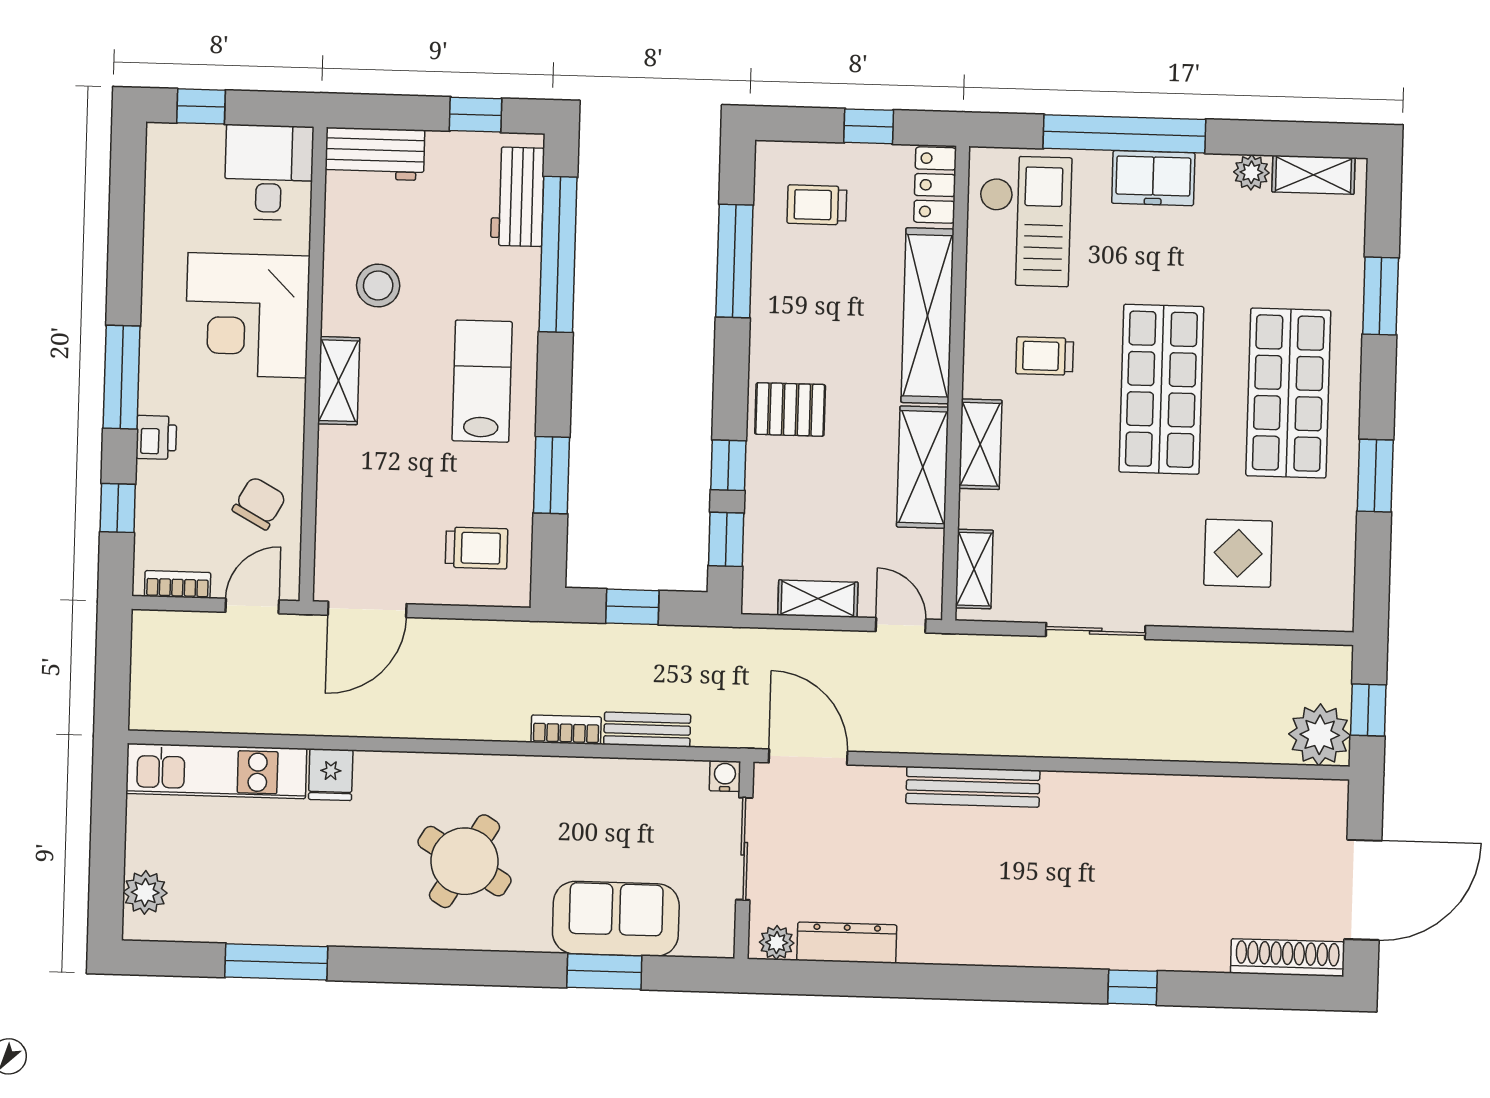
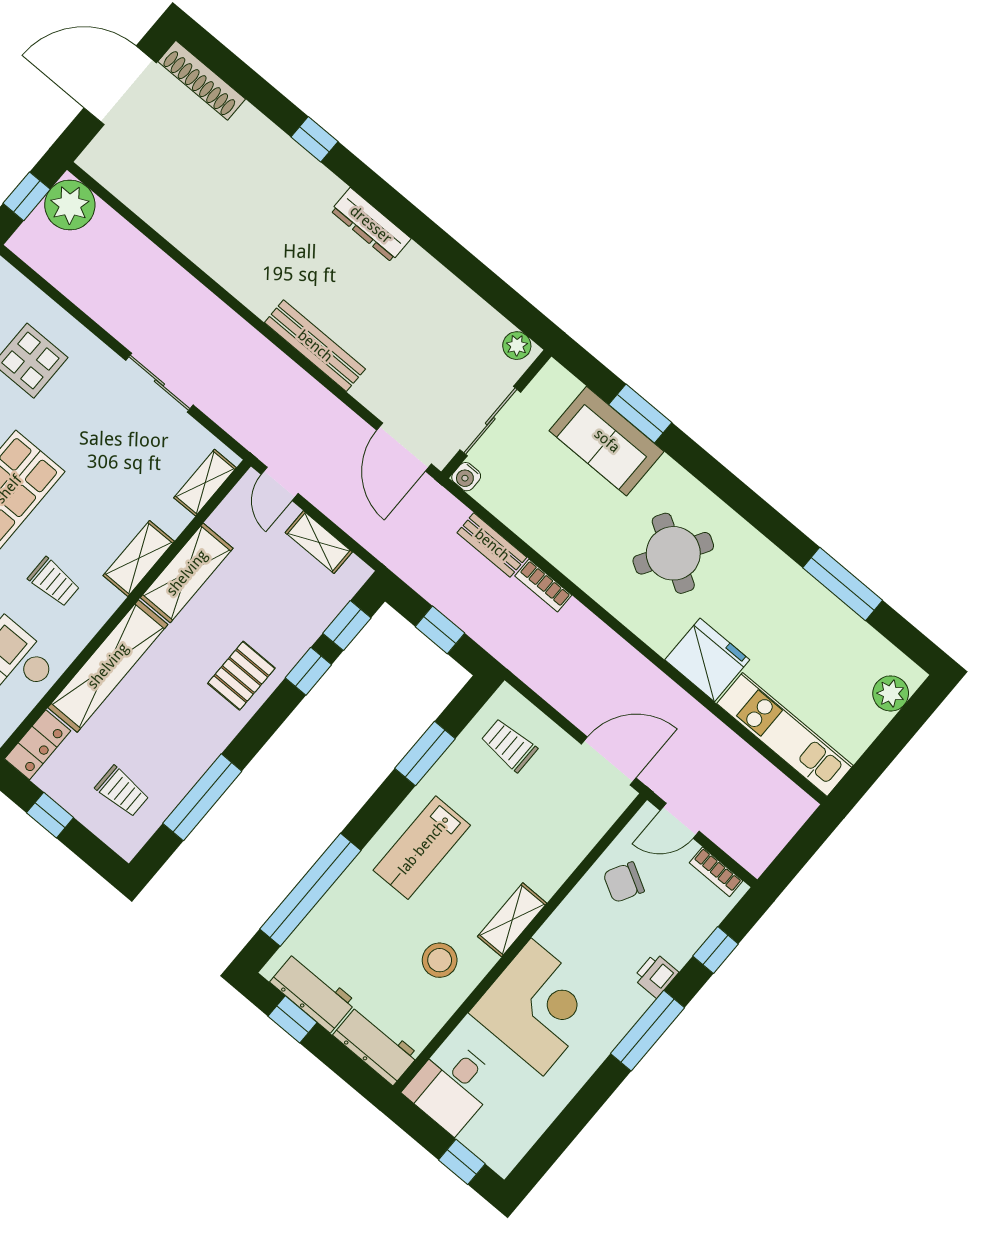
workbench: (517, 197) -> (313, 992), moved, turned -90
pallet: (790, 409) -> (241, 676), turned 90
fridge: (331, 775) -> (707, 660), width x1.88, depth x1.34
dresser: (847, 943) -> (371, 225), moved

